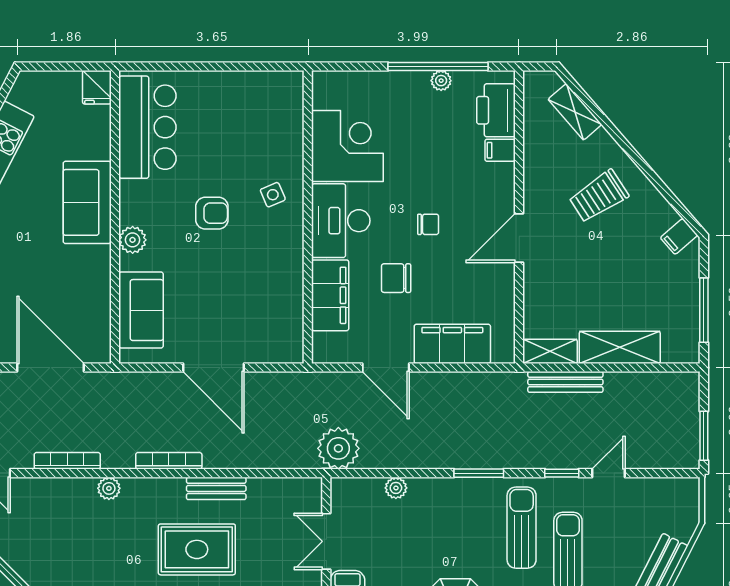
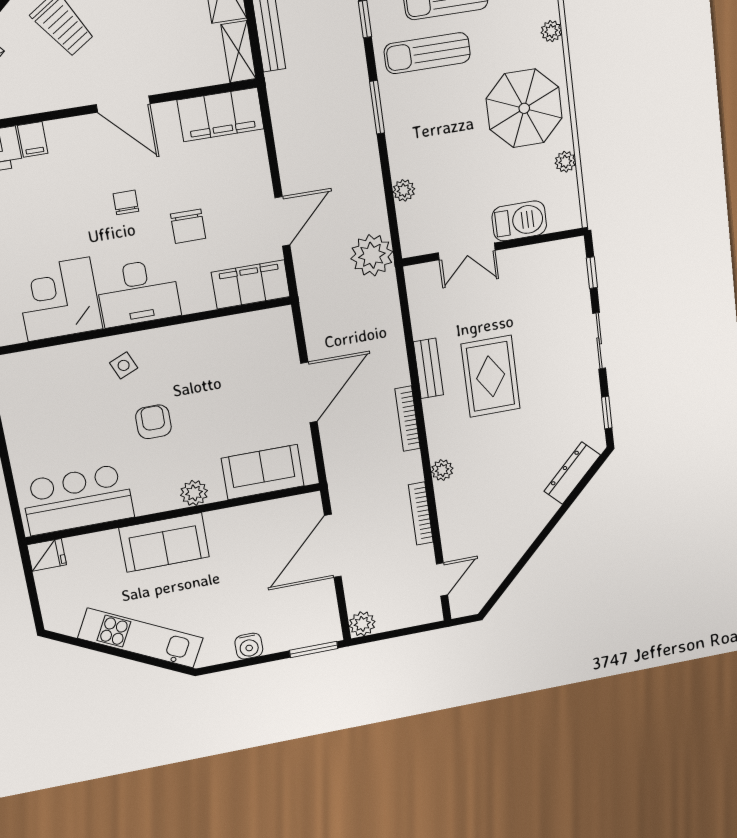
filing cabinet: (330, 295) -> (251, 284), moved
filing cabinet: (452, 344) -> (221, 115), moved, turned -90

